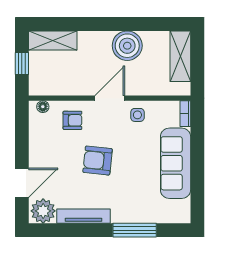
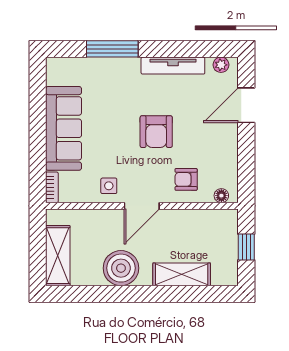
shelving: (53, 40) -> (182, 274), moved
armchair: (98, 161) -> (156, 132), turned 84
plant: (43, 211) -> (221, 65), width x0.53, depth x0.53

